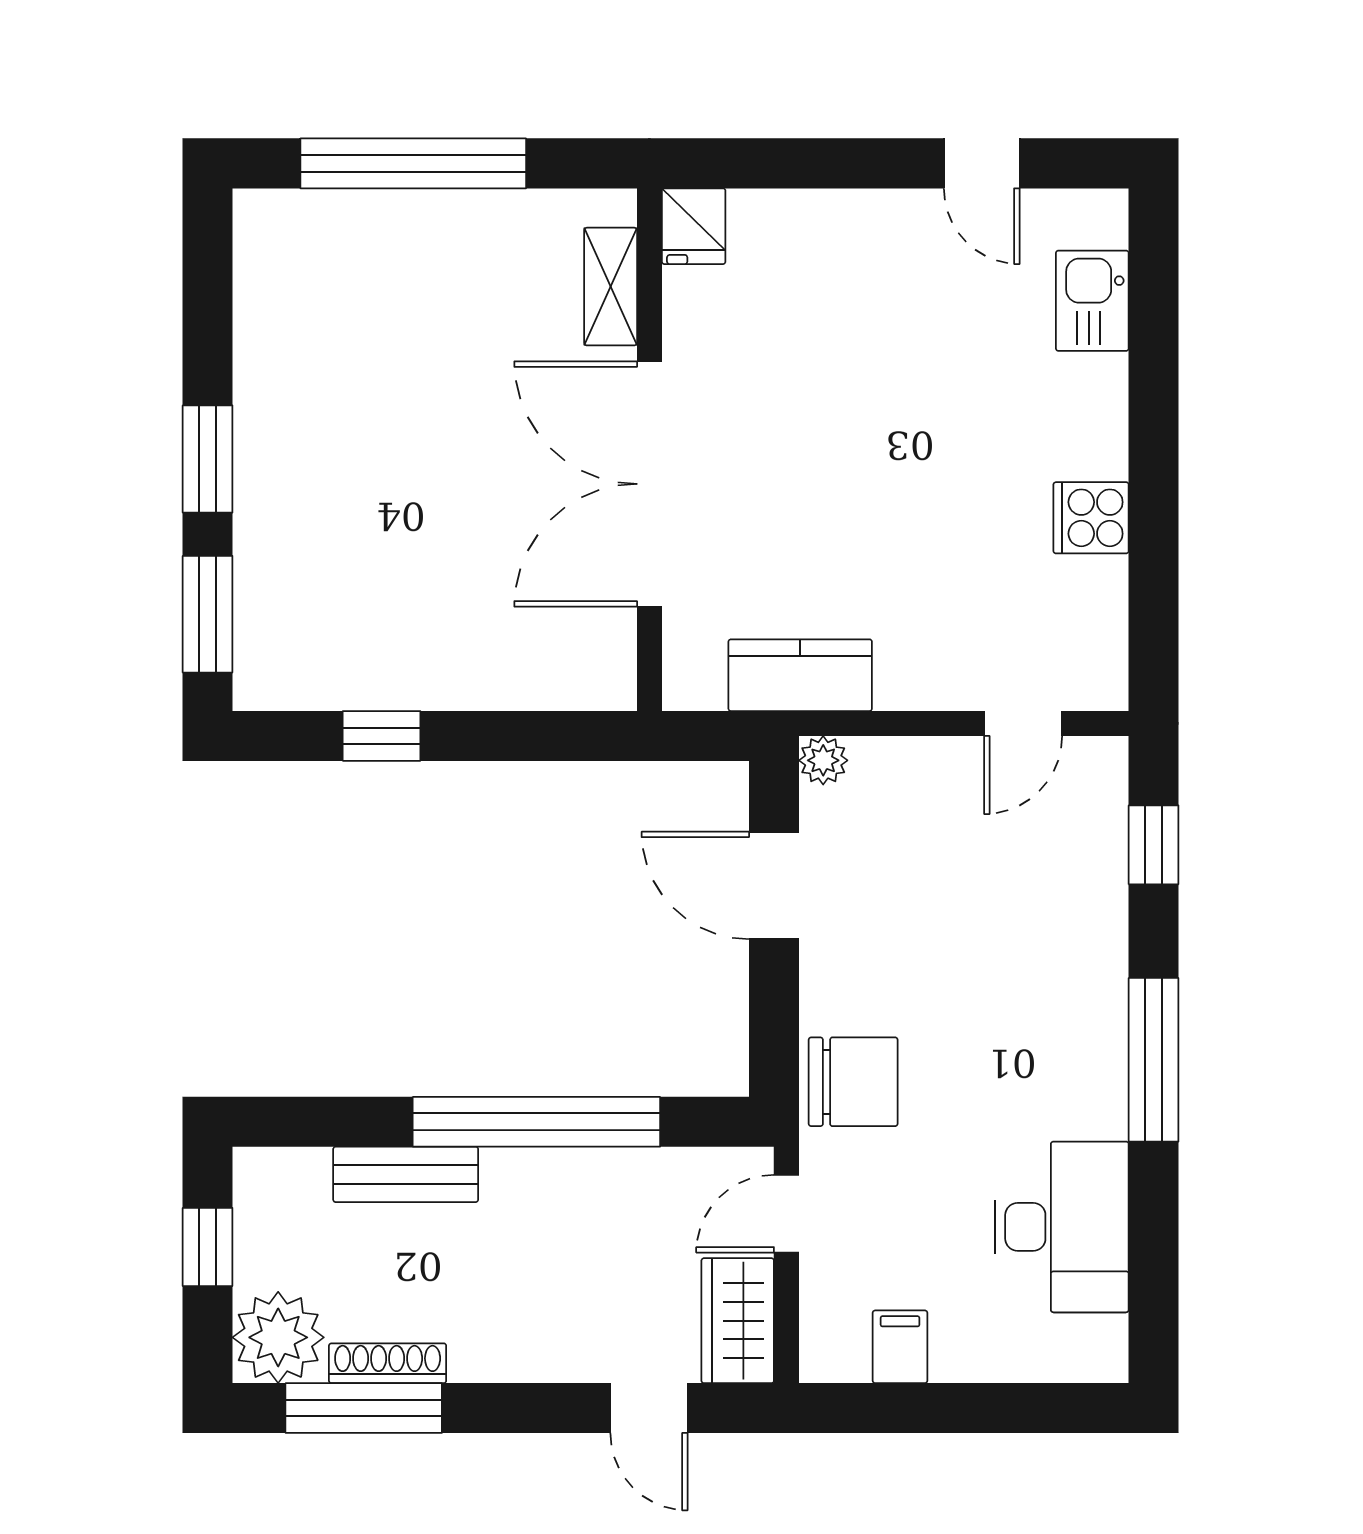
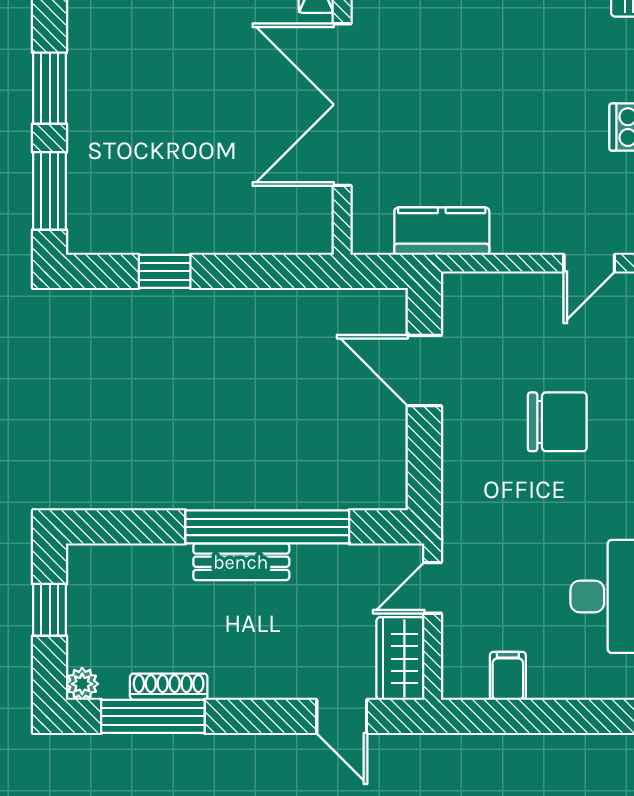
plant: (823, 760) -> (457, 288), removed
chair: (853, 1082) -> (557, 422), moved
bench: (406, 1174) -> (241, 562), moved
plant: (278, 1337) -> (82, 684), width x0.53, depth x0.53

